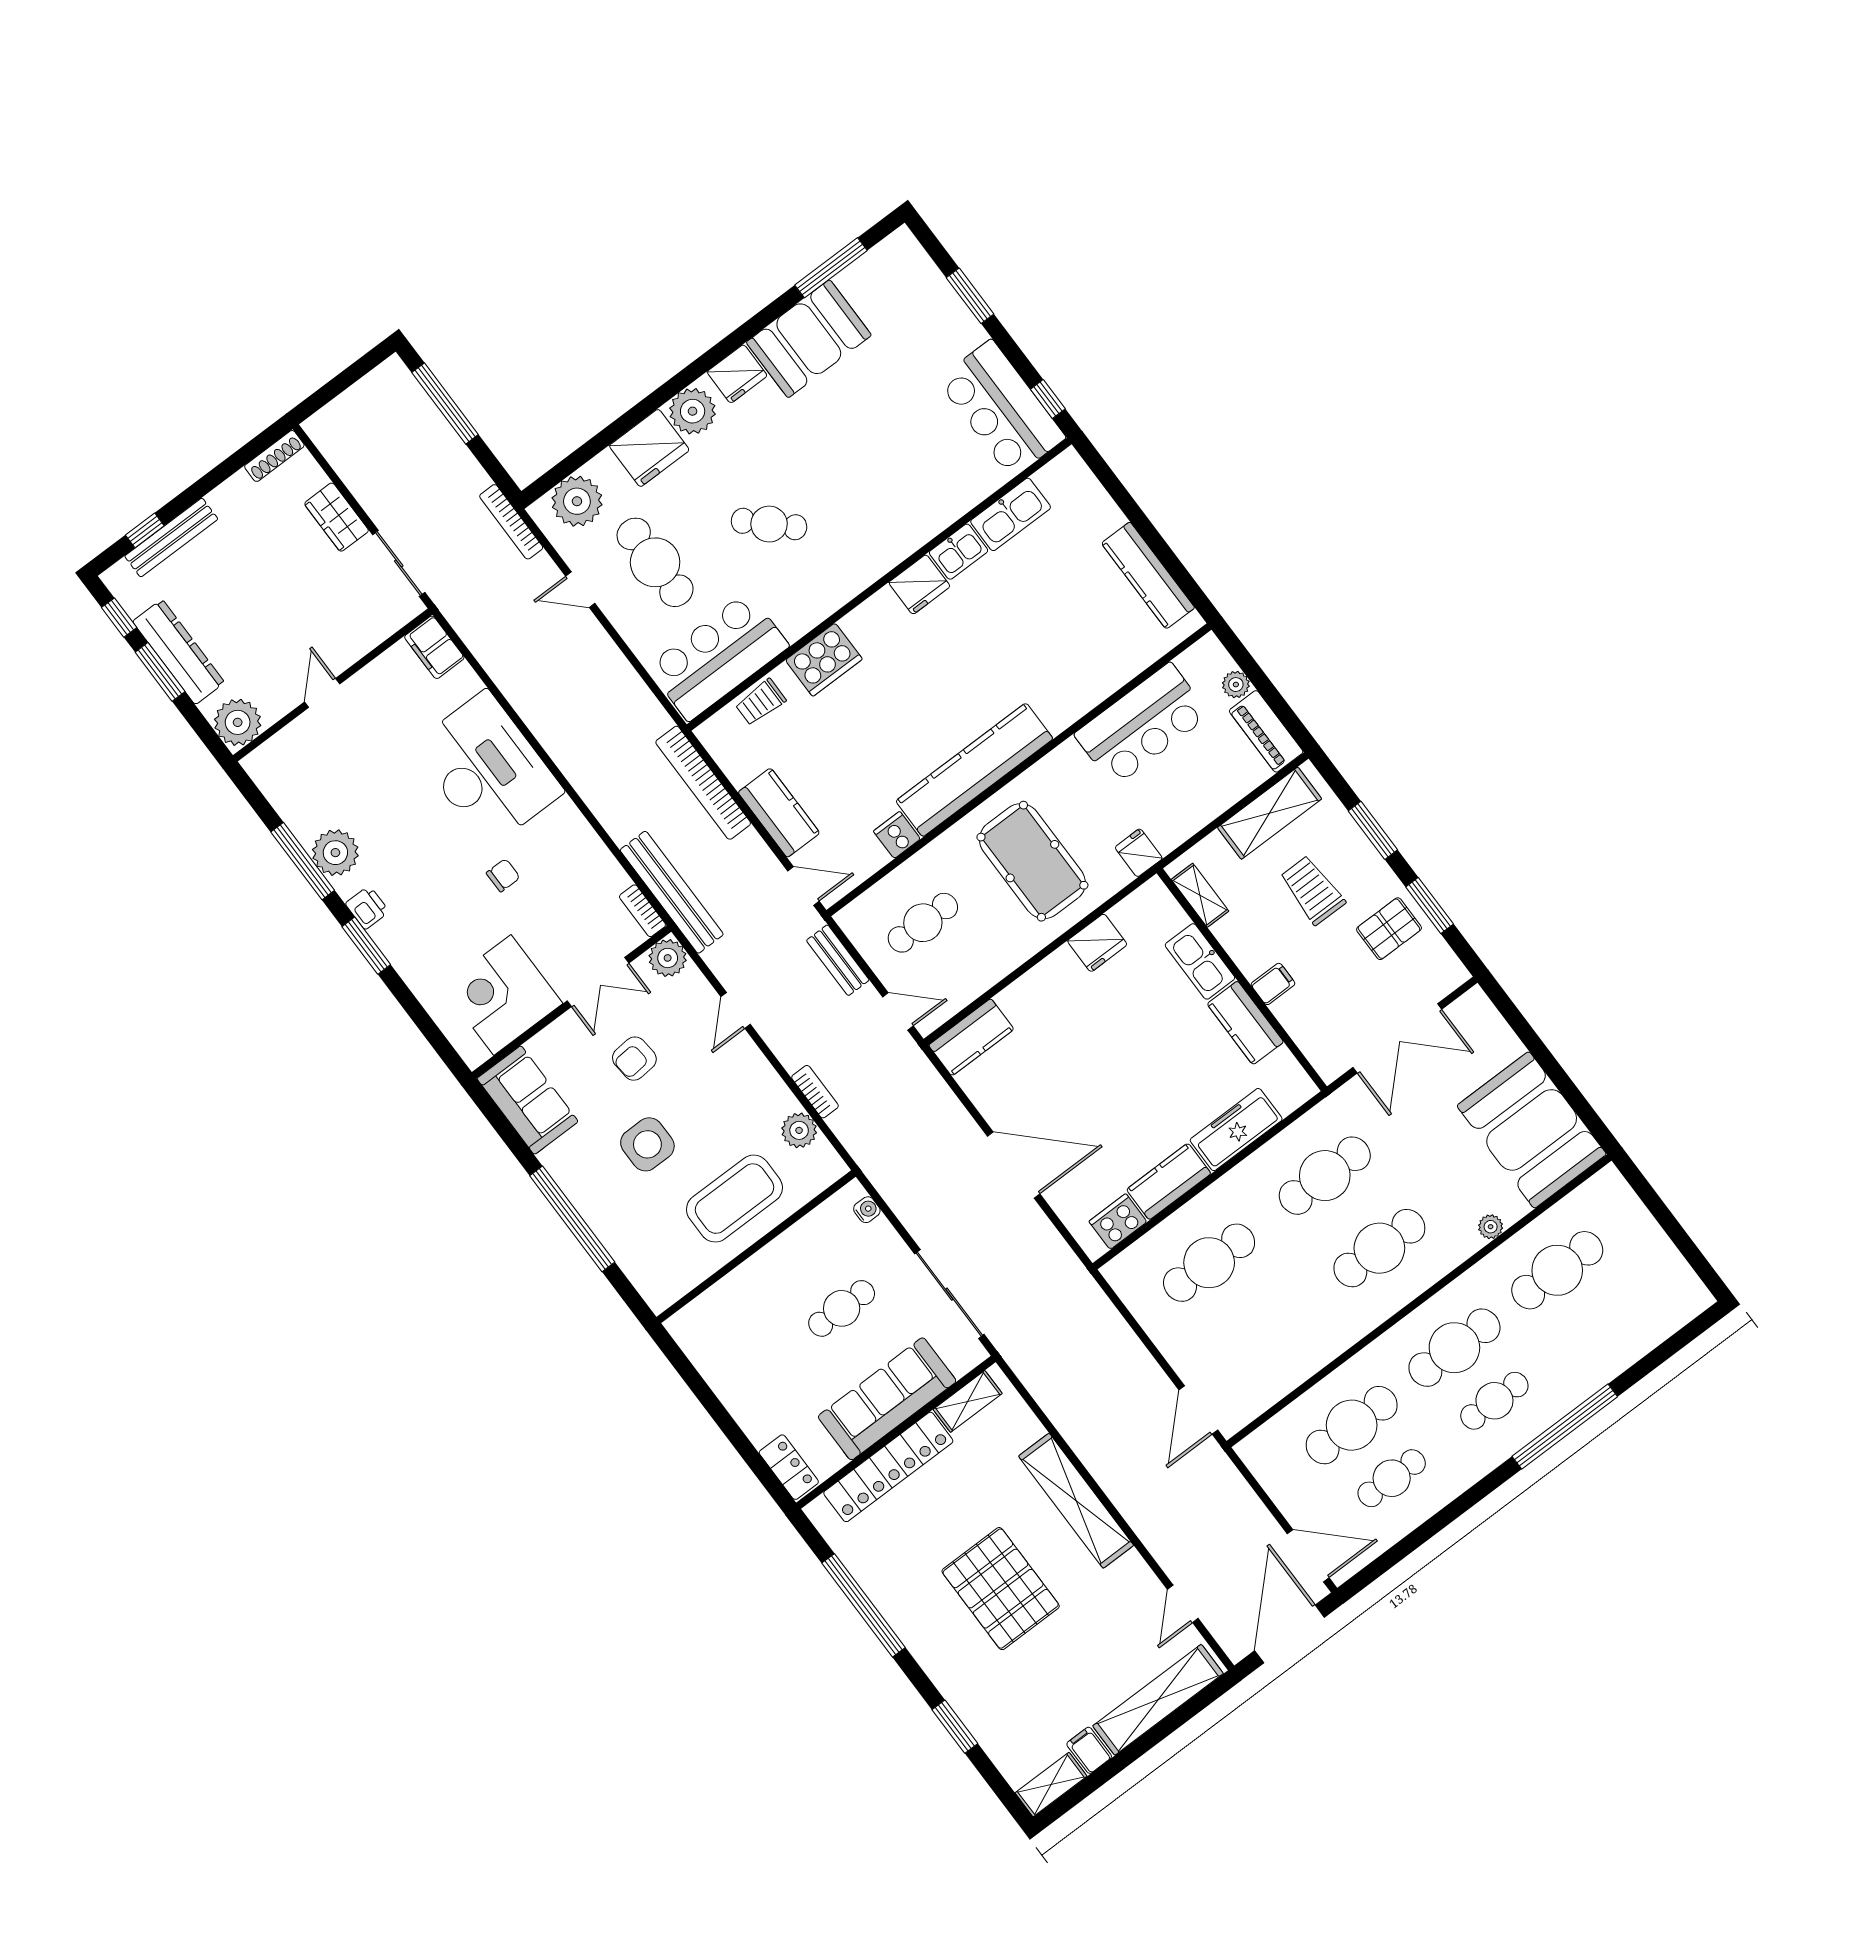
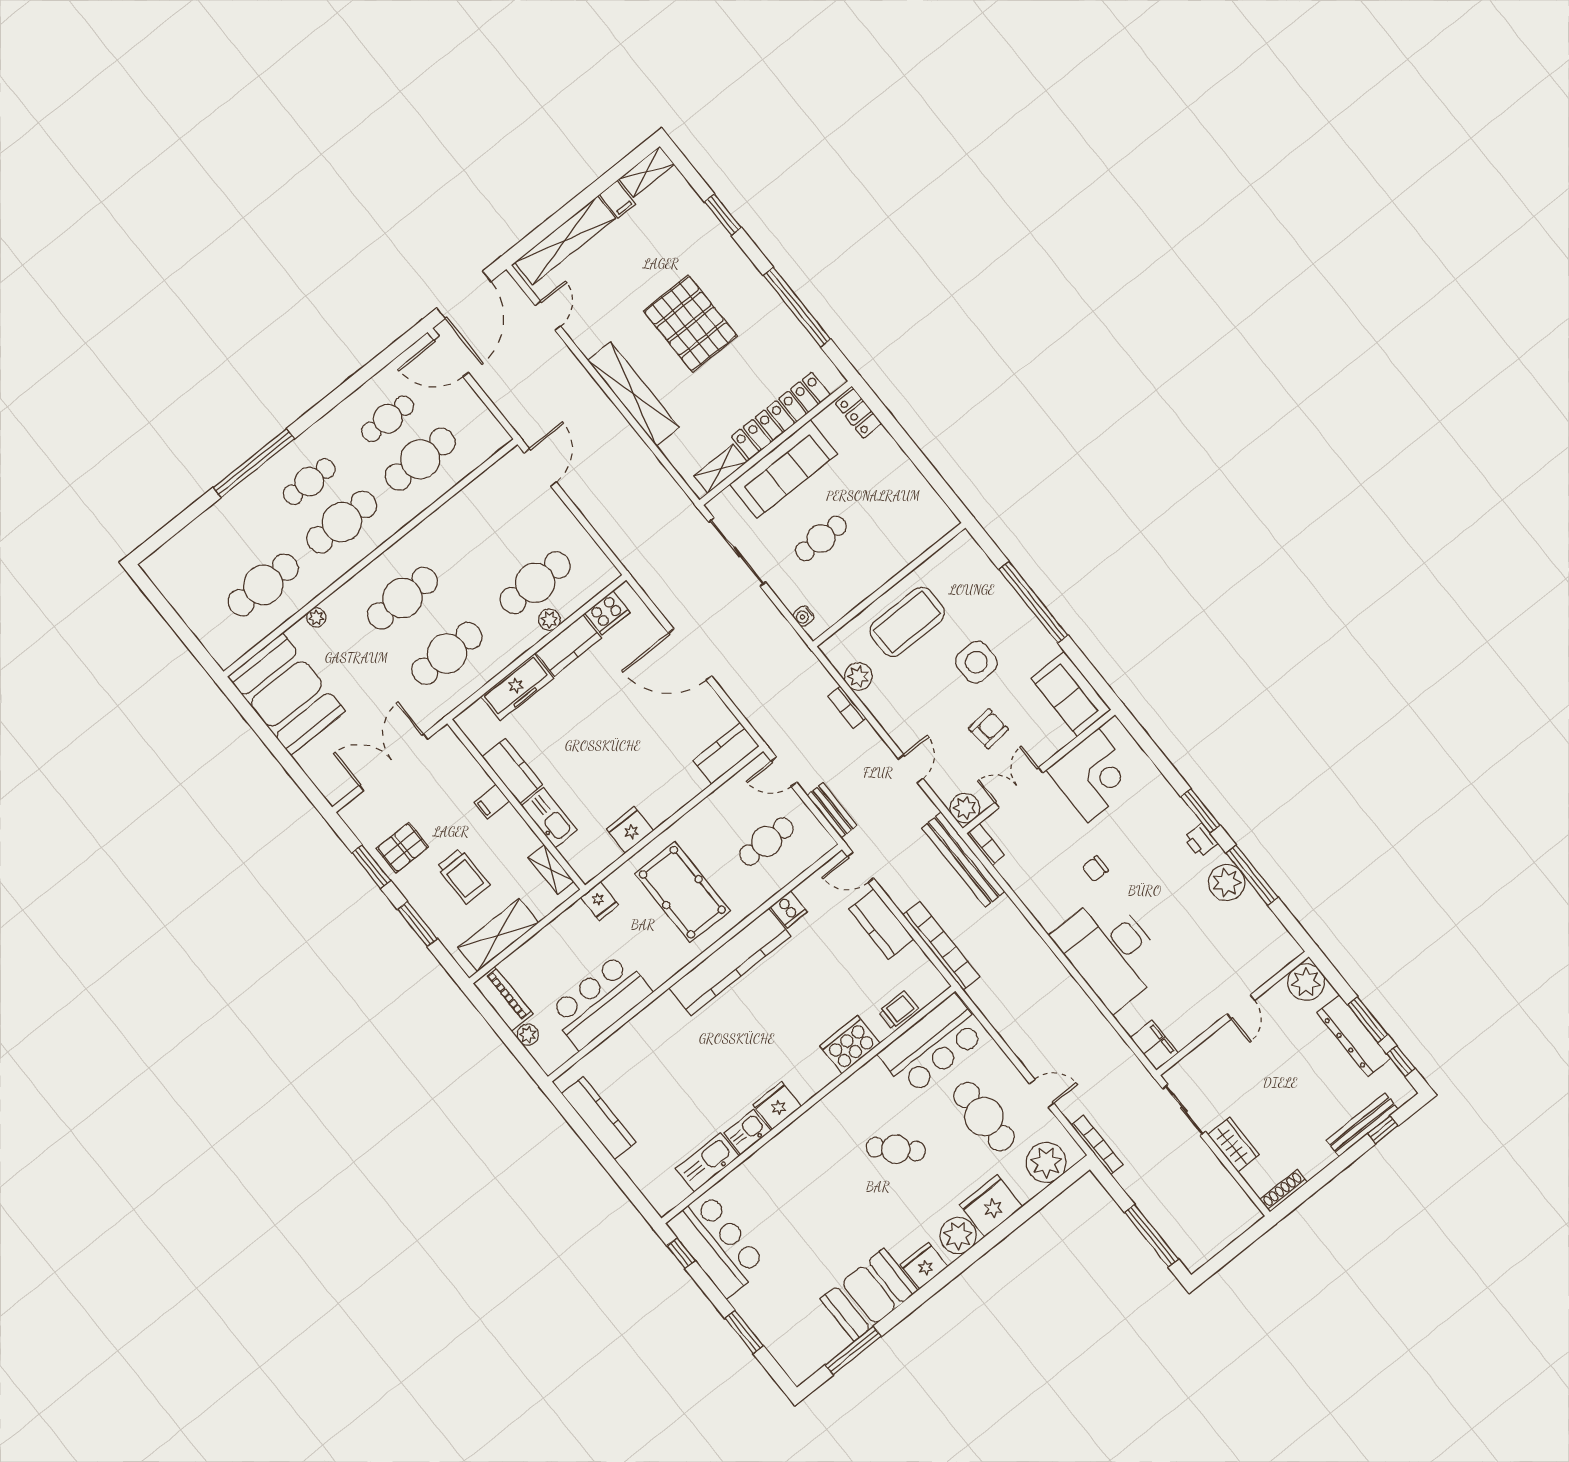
plant: (1192, 1215) -> (549, 620), added

